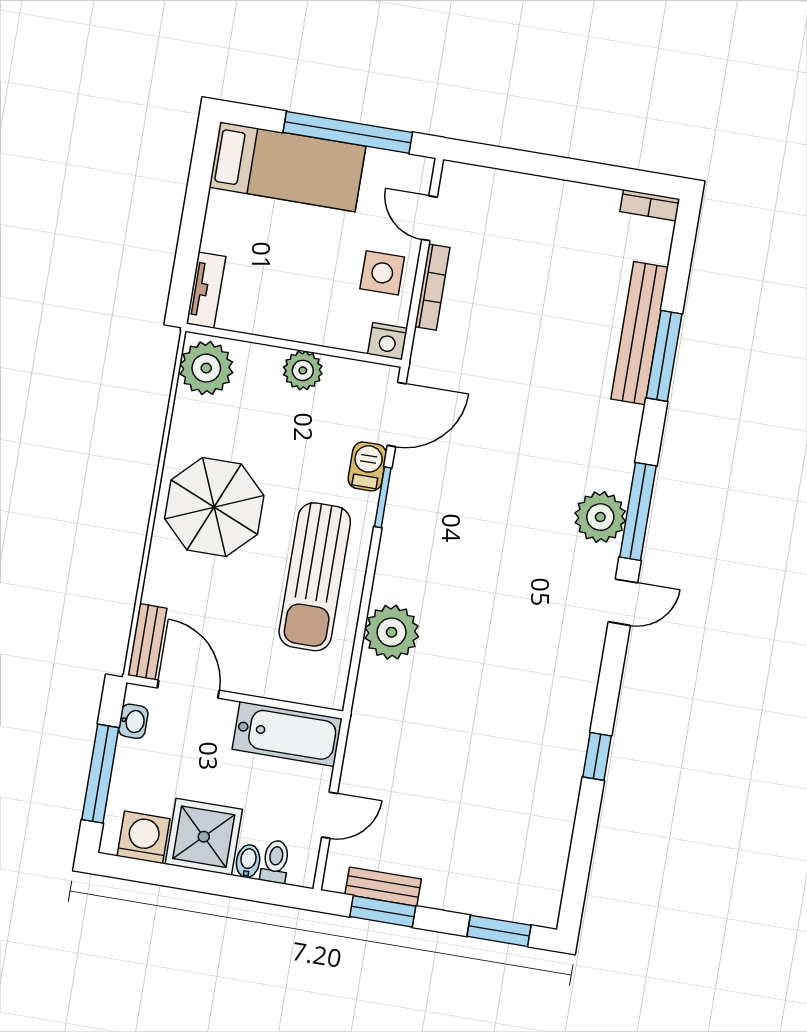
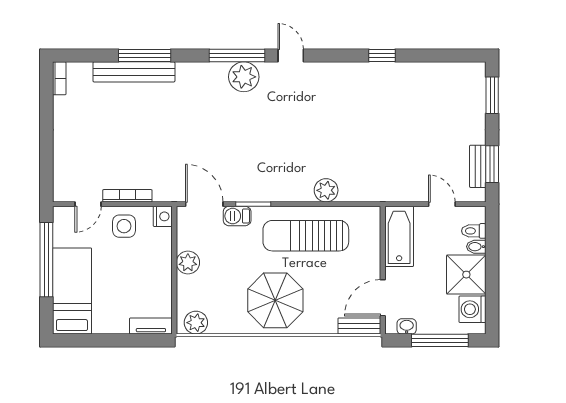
plant: (206, 368) -> (196, 323), width x0.73, depth x0.73
sun lounger: (315, 577) -> (306, 236), turned 180
plant: (392, 632) -> (326, 190), width x0.73, depth x0.73

